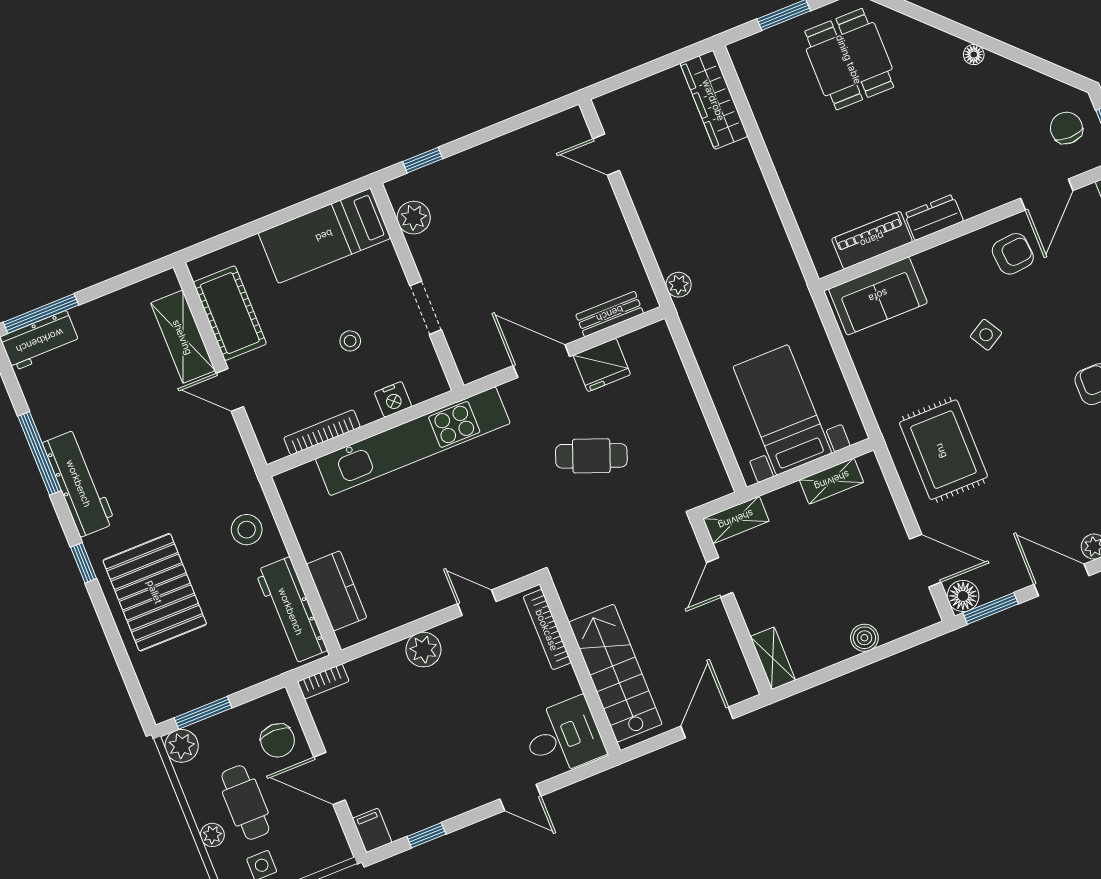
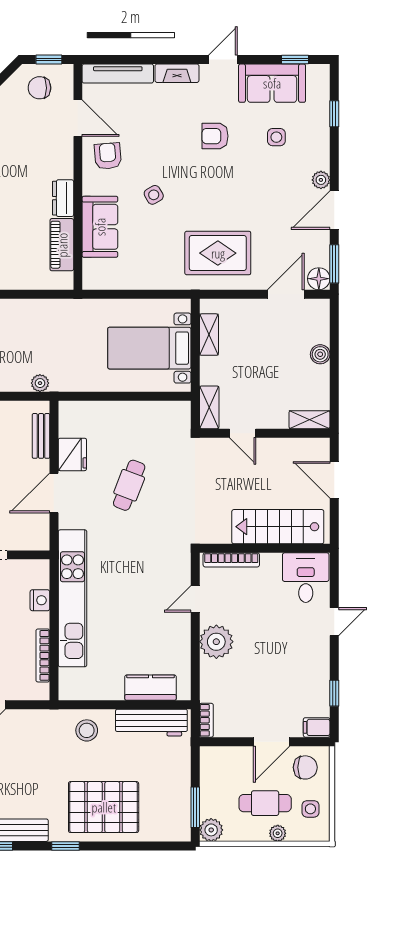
sofa: (878, 296) -> (100, 227), moved
plant: (423, 650) -> (216, 642), width x1.36, depth x1.36
chair: (278, 740) -> (305, 767), moved

